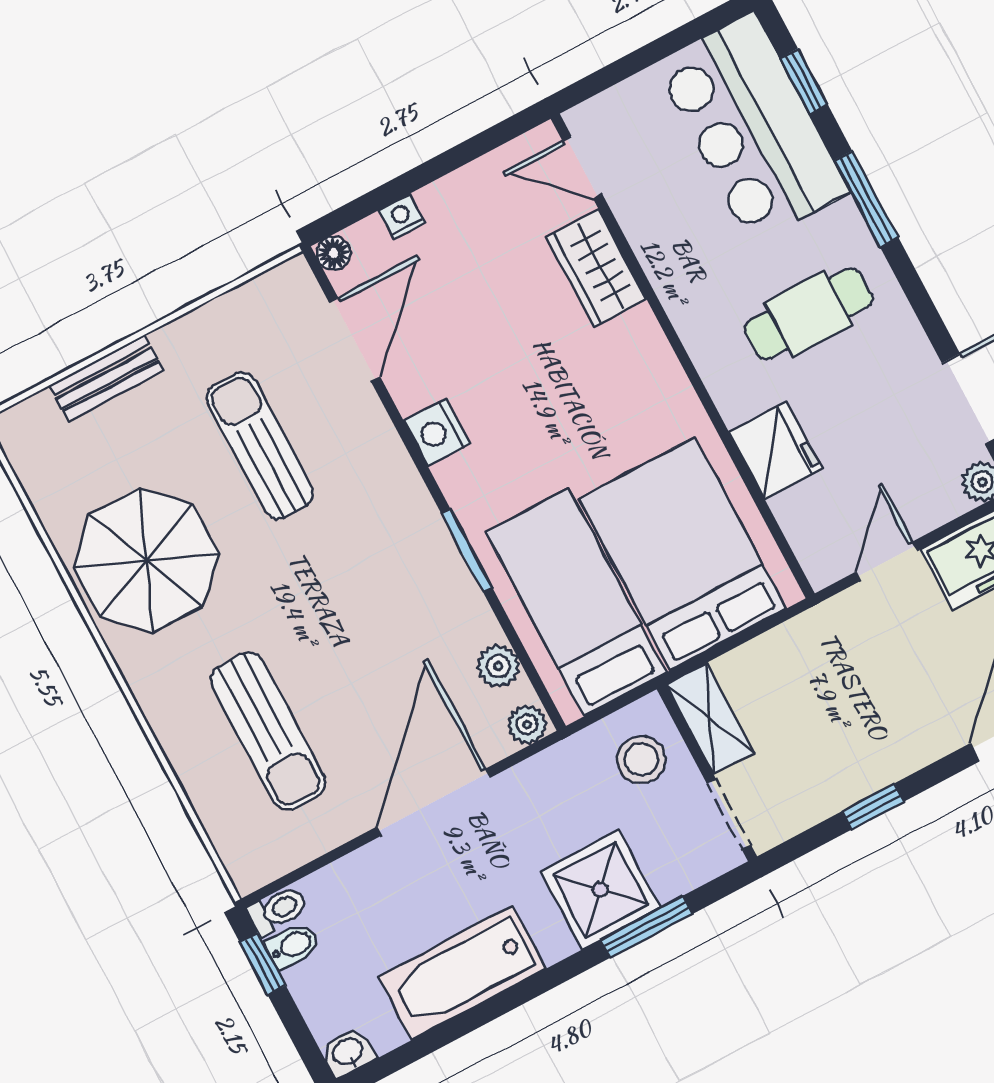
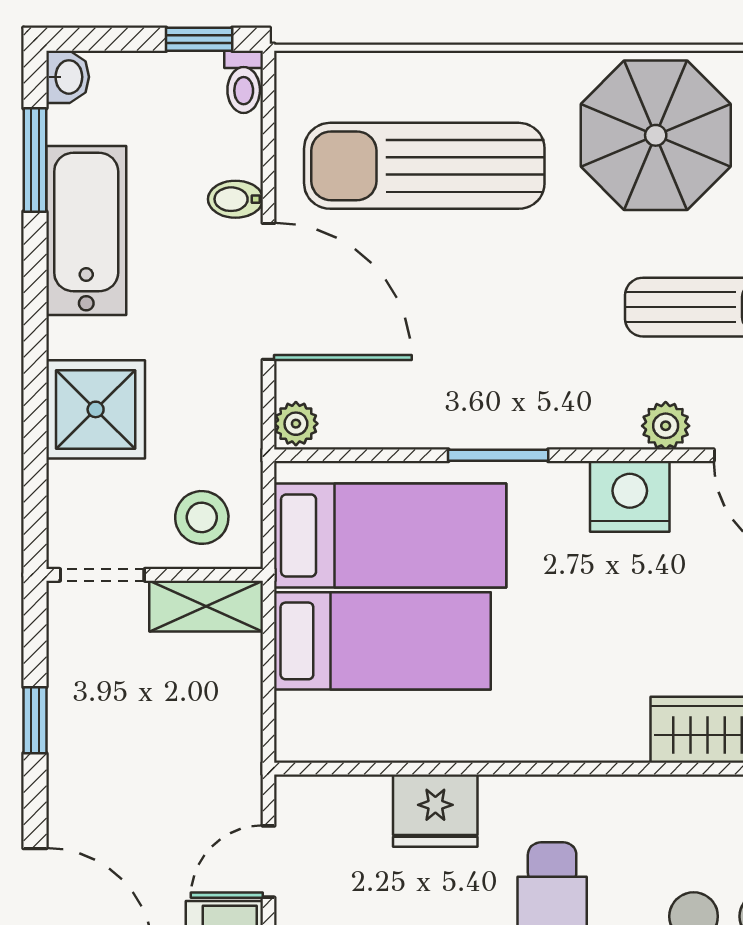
nightstand: (437, 432) -> (630, 496), width x1.36, depth x1.33
bed: (682, 554) -> (382, 641), width x0.67
door: (886, 561) -> (269, 862), swing flipped
plant: (498, 666) -> (666, 426), moved
sun lounger: (268, 731) -> (424, 166), width x1.36, depth x1.34
window: (647, 927) -> (35, 160), moved
bidet: (293, 946) -> (235, 199), moved, turned 90

